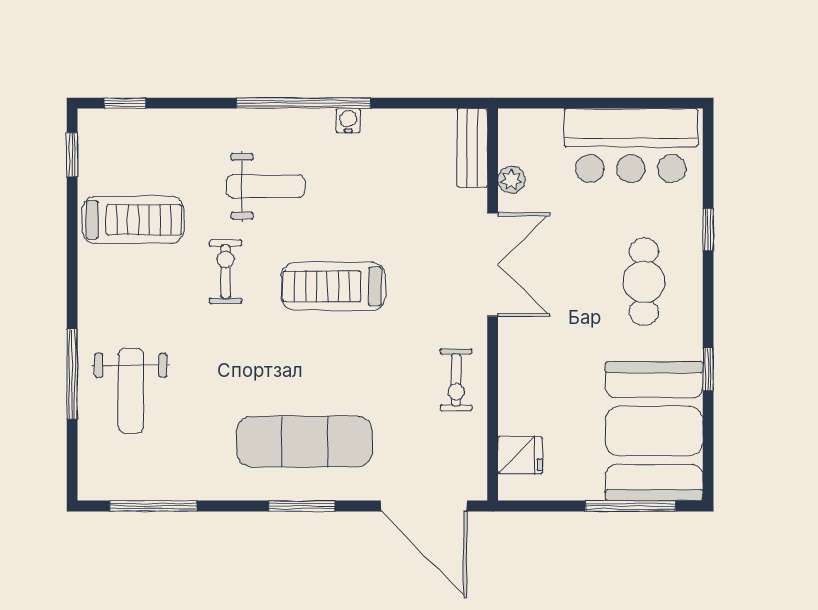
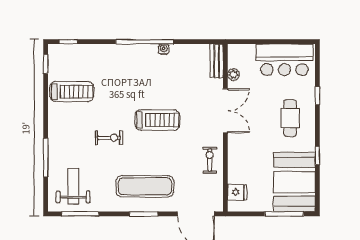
weight bench: (265, 186) -> (128, 77), removed
exercise bike: (226, 272) -> (109, 138), moved, turned 90
treadmill: (333, 286) -> (157, 120), turned 180
exercise bike: (456, 380) -> (210, 160), turned 180
weight bench: (131, 391) -> (73, 186), moved, turned 180

